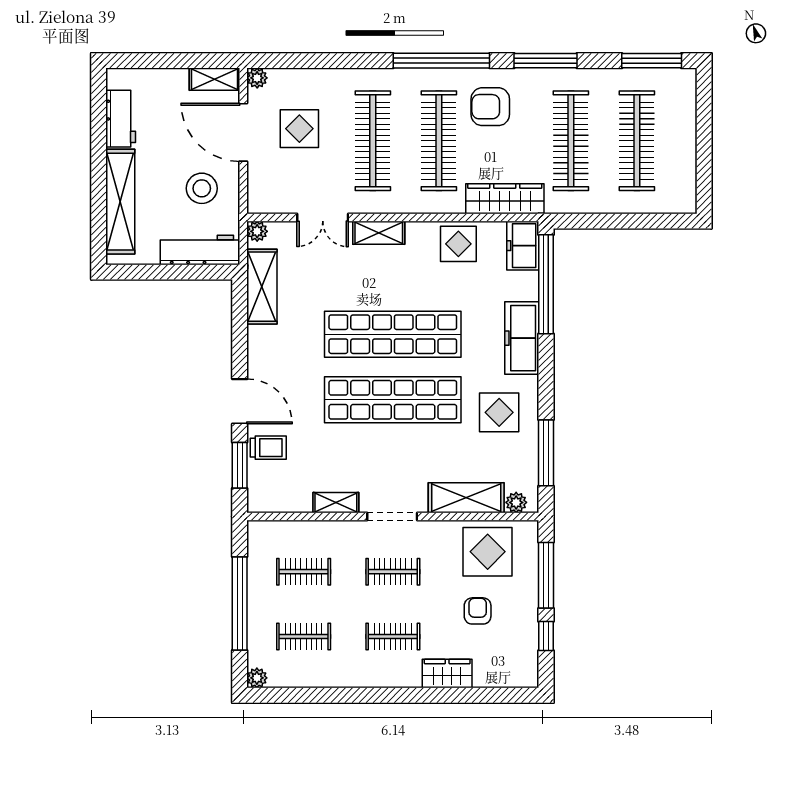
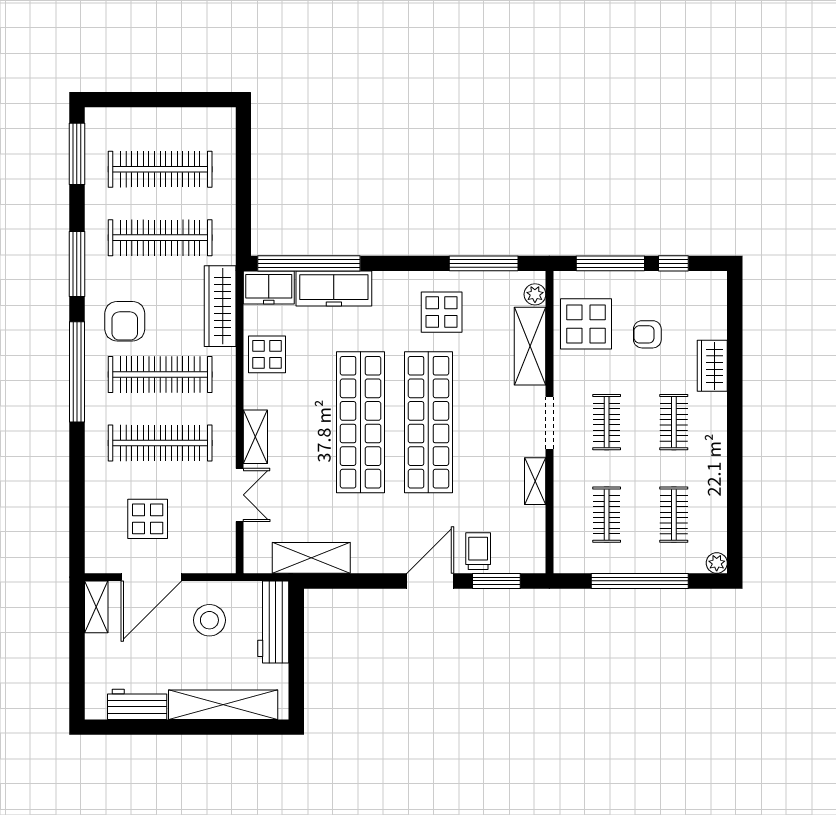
plant: (257, 78) -> (95, 563), removed
plant: (257, 231) -> (254, 563), removed
freezer: (522, 338) -> (334, 289), moved

